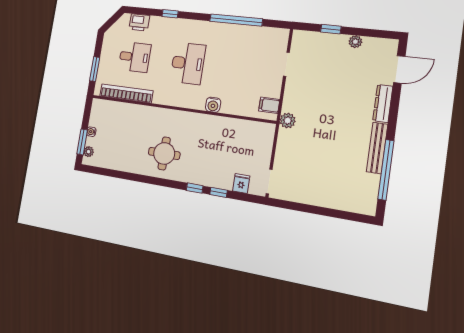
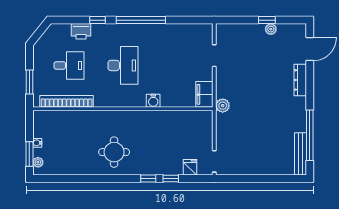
window: (236, 20) -> (141, 20), moved
printer: (139, 22) -> (81, 31), moved
window: (331, 29) -> (267, 20), moved
filing cabinet: (269, 105) -> (204, 94), width x2.00
bench: (377, 148) -> (300, 154), moved

